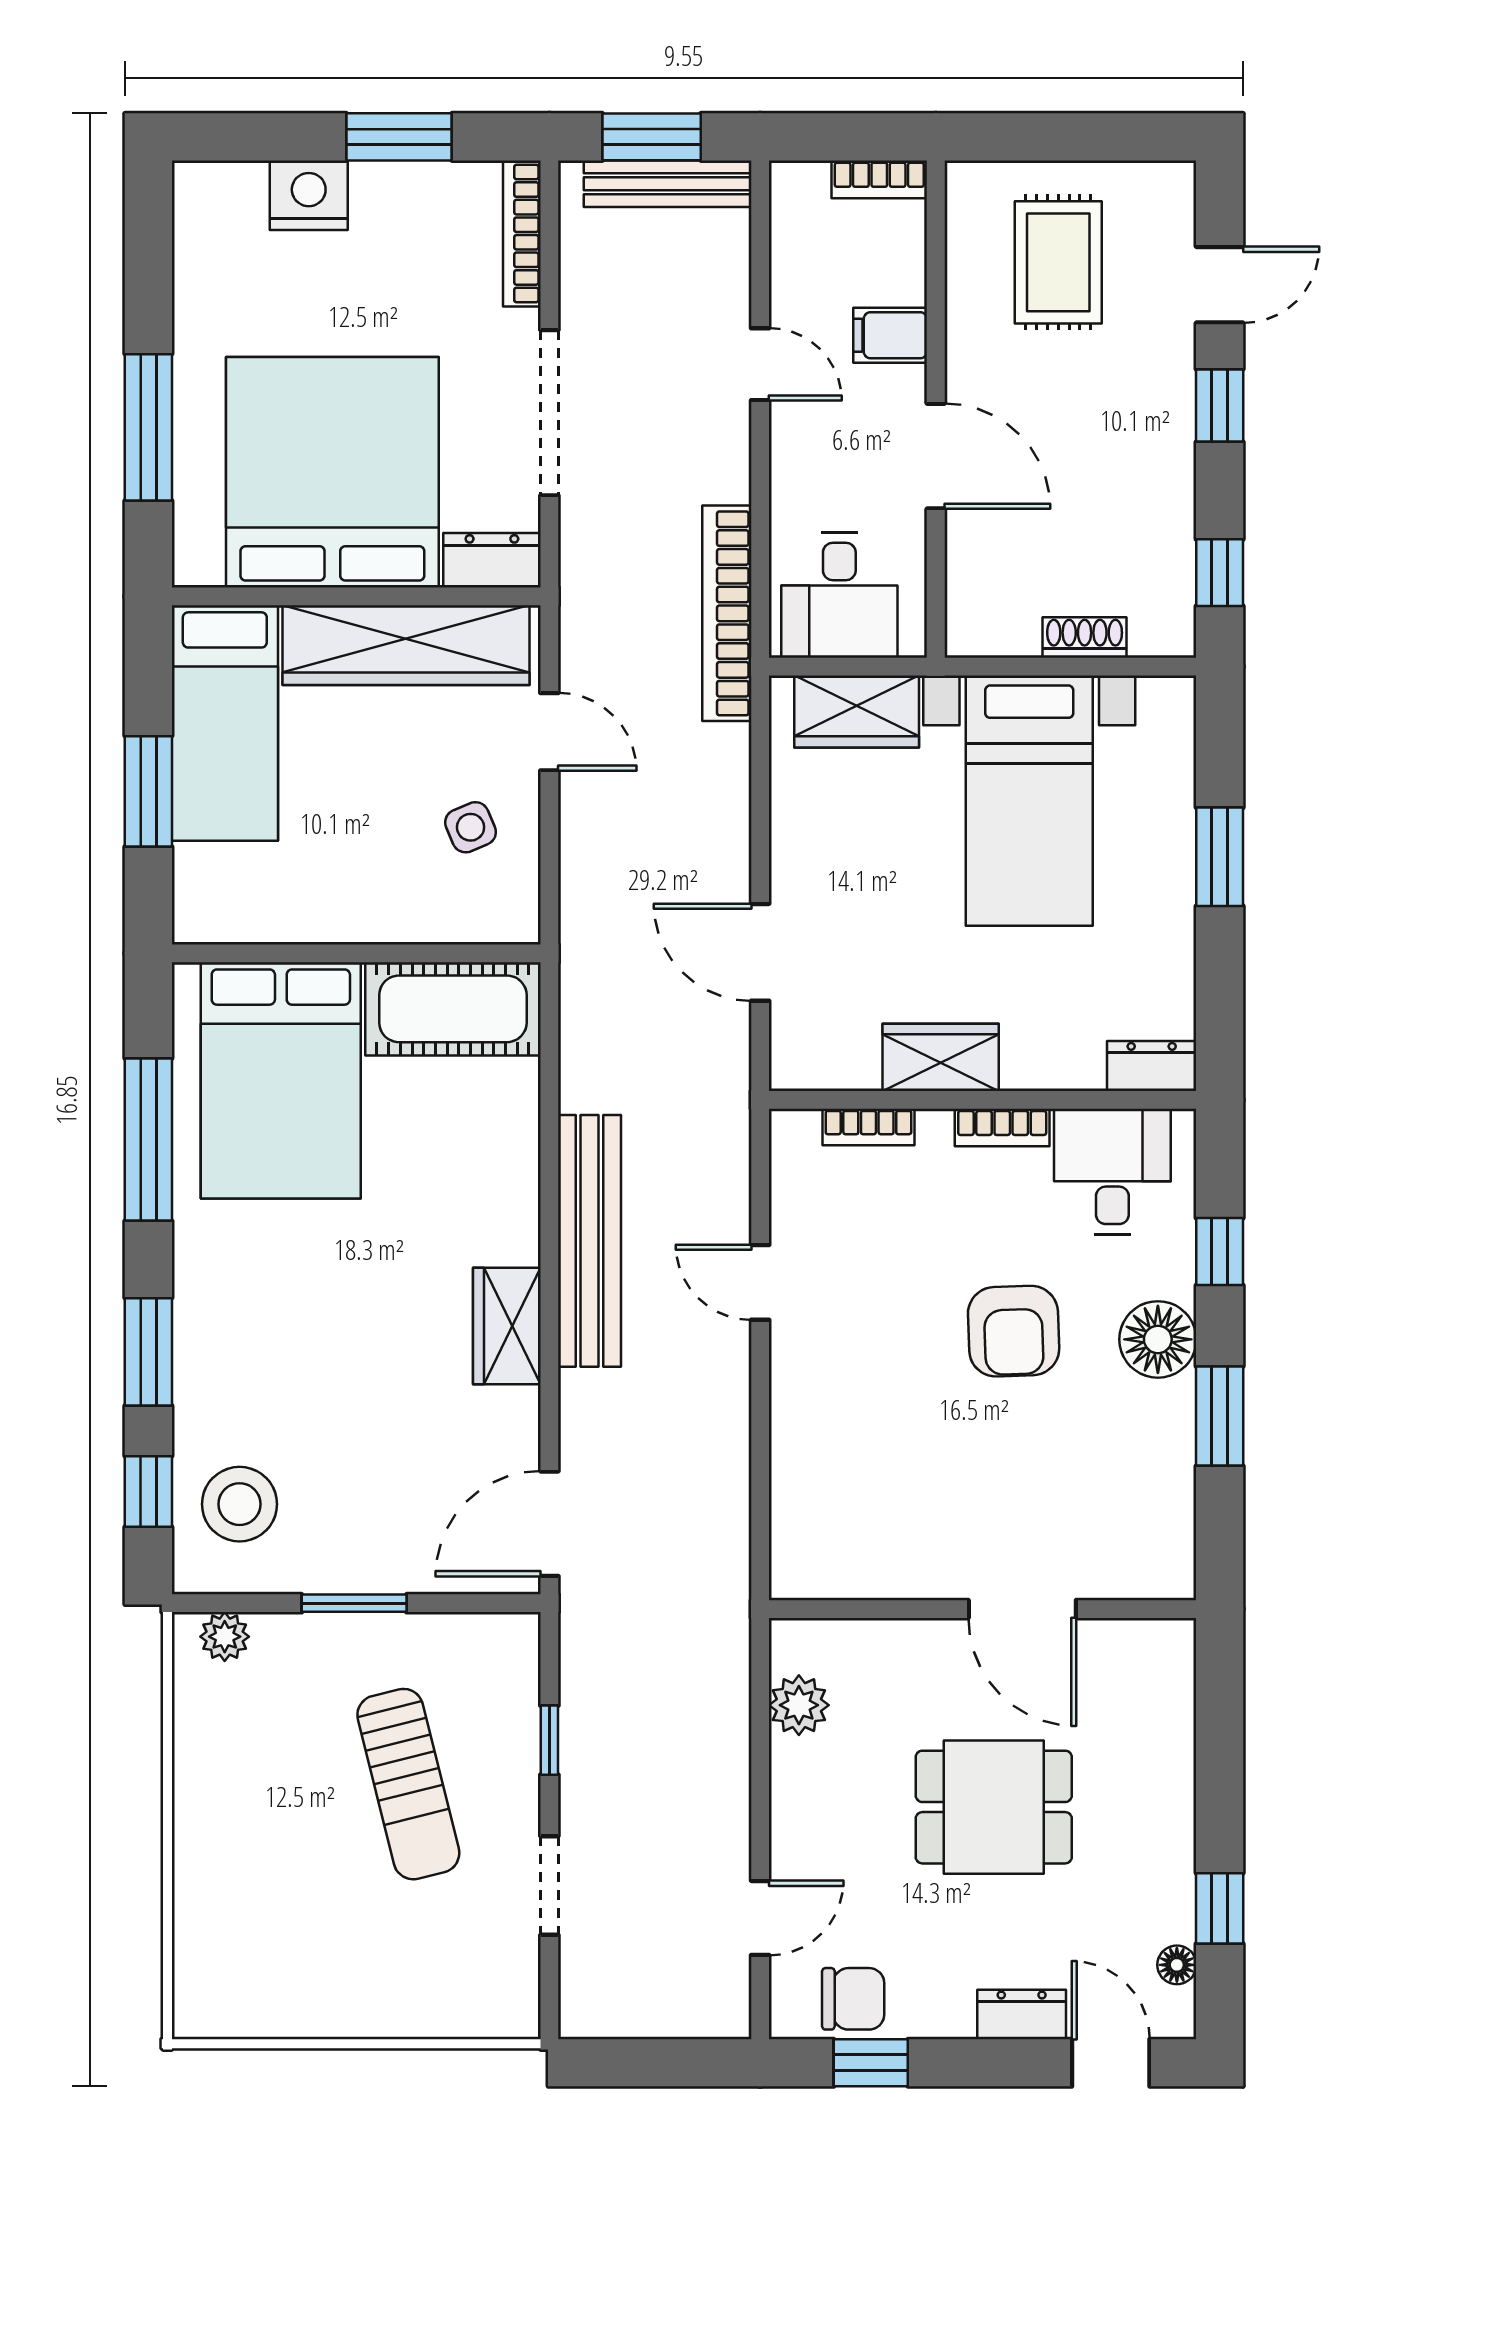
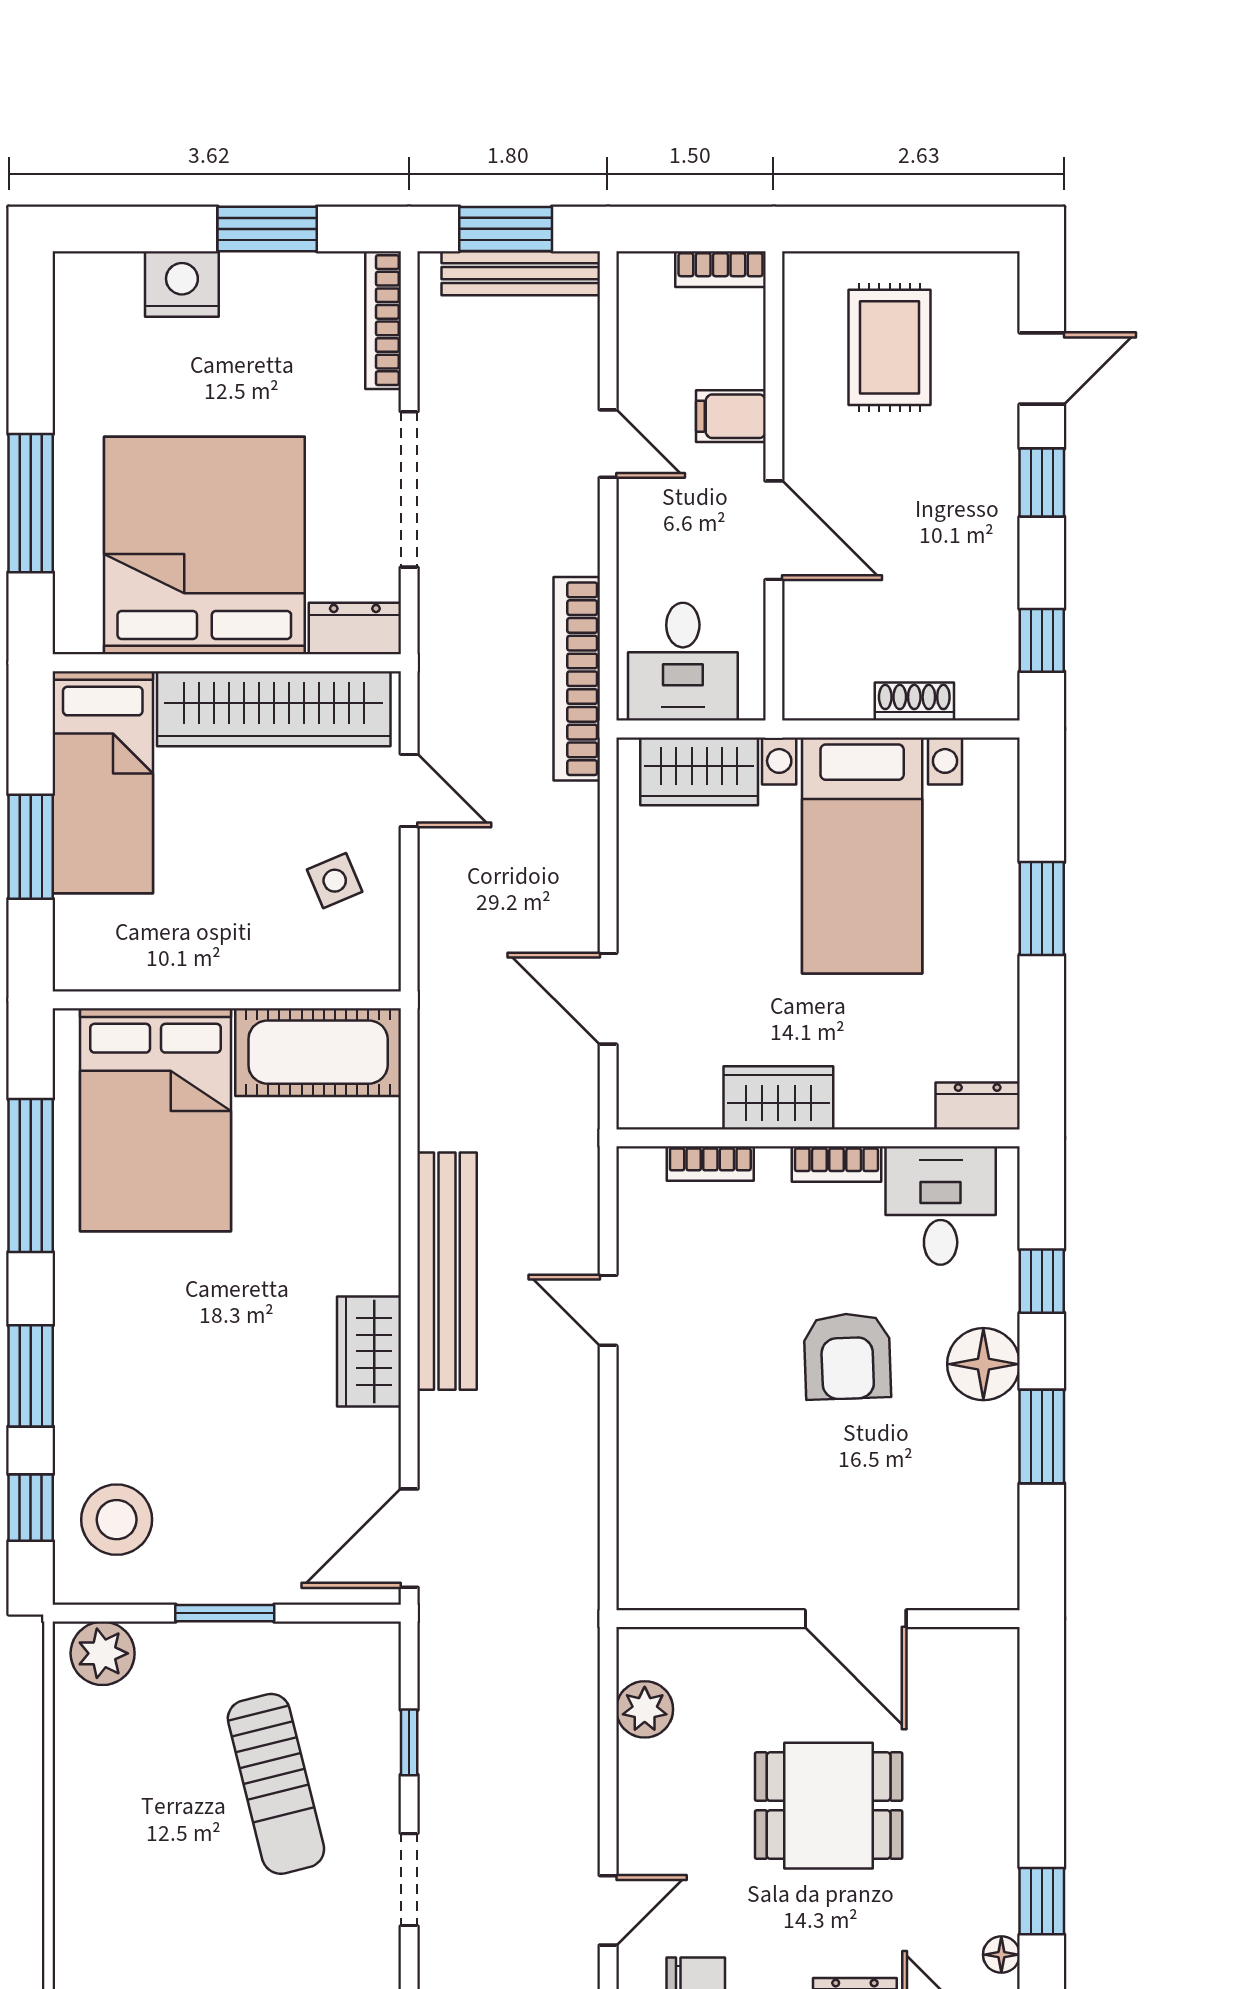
plant: (225, 1637) -> (103, 1653), width x1.38, depth x1.38

